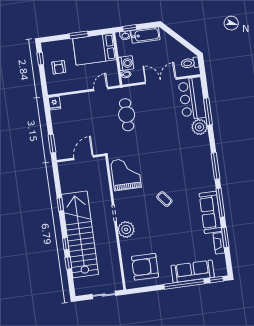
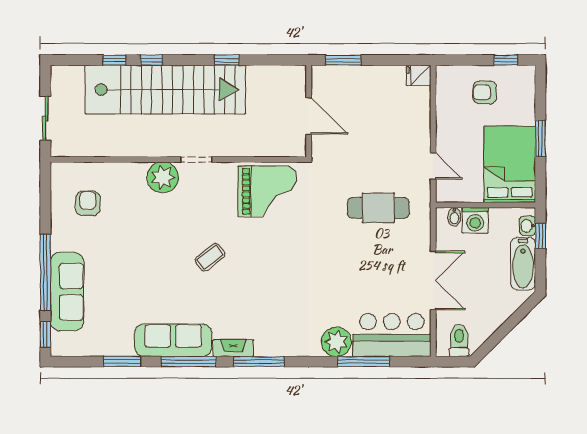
fireplace: (219, 243) -> (233, 348), moved
armchair: (145, 267) -> (88, 203), width x0.53, depth x0.53

